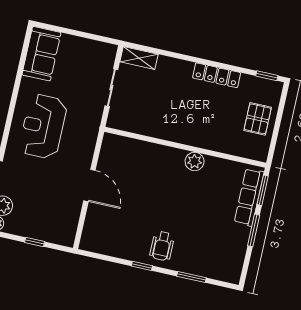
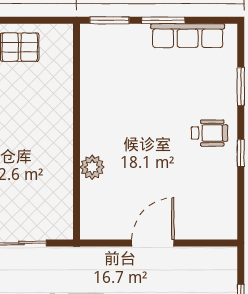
plant: (195, 161) -> (92, 167), moved
row of seats: (249, 197) -> (188, 36), moved

